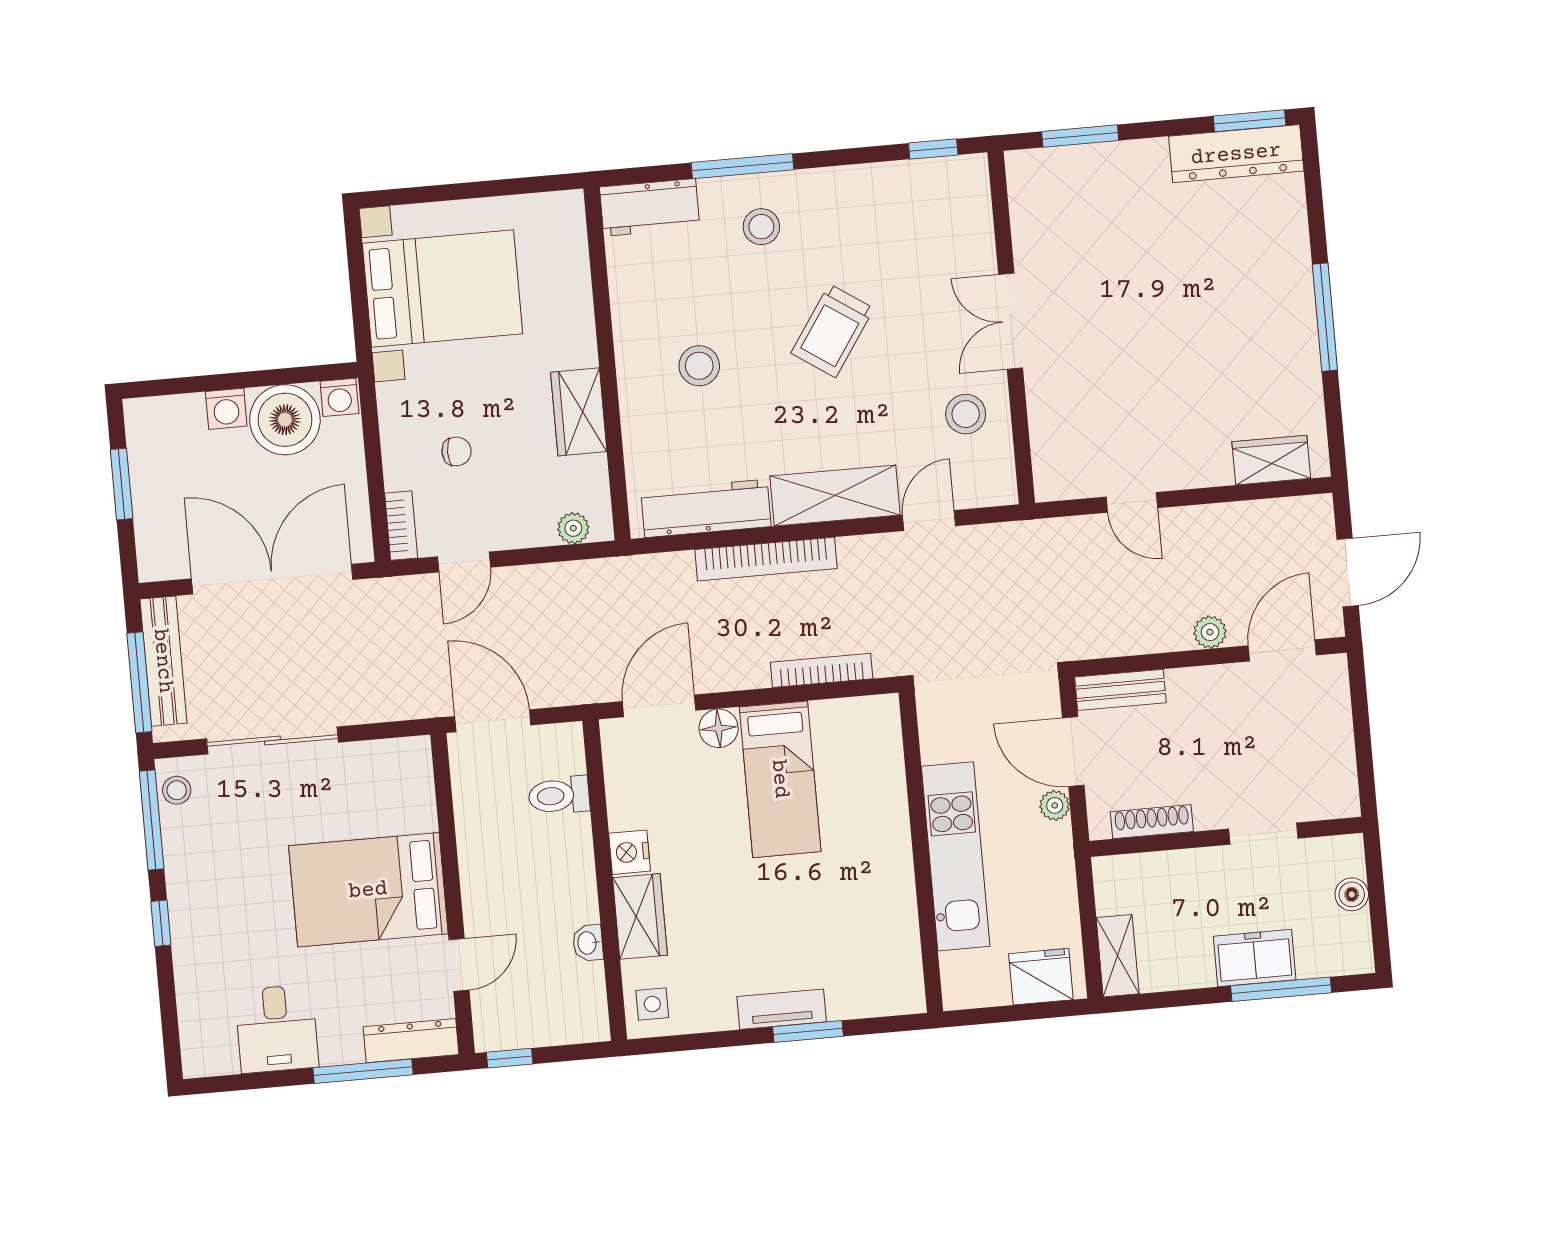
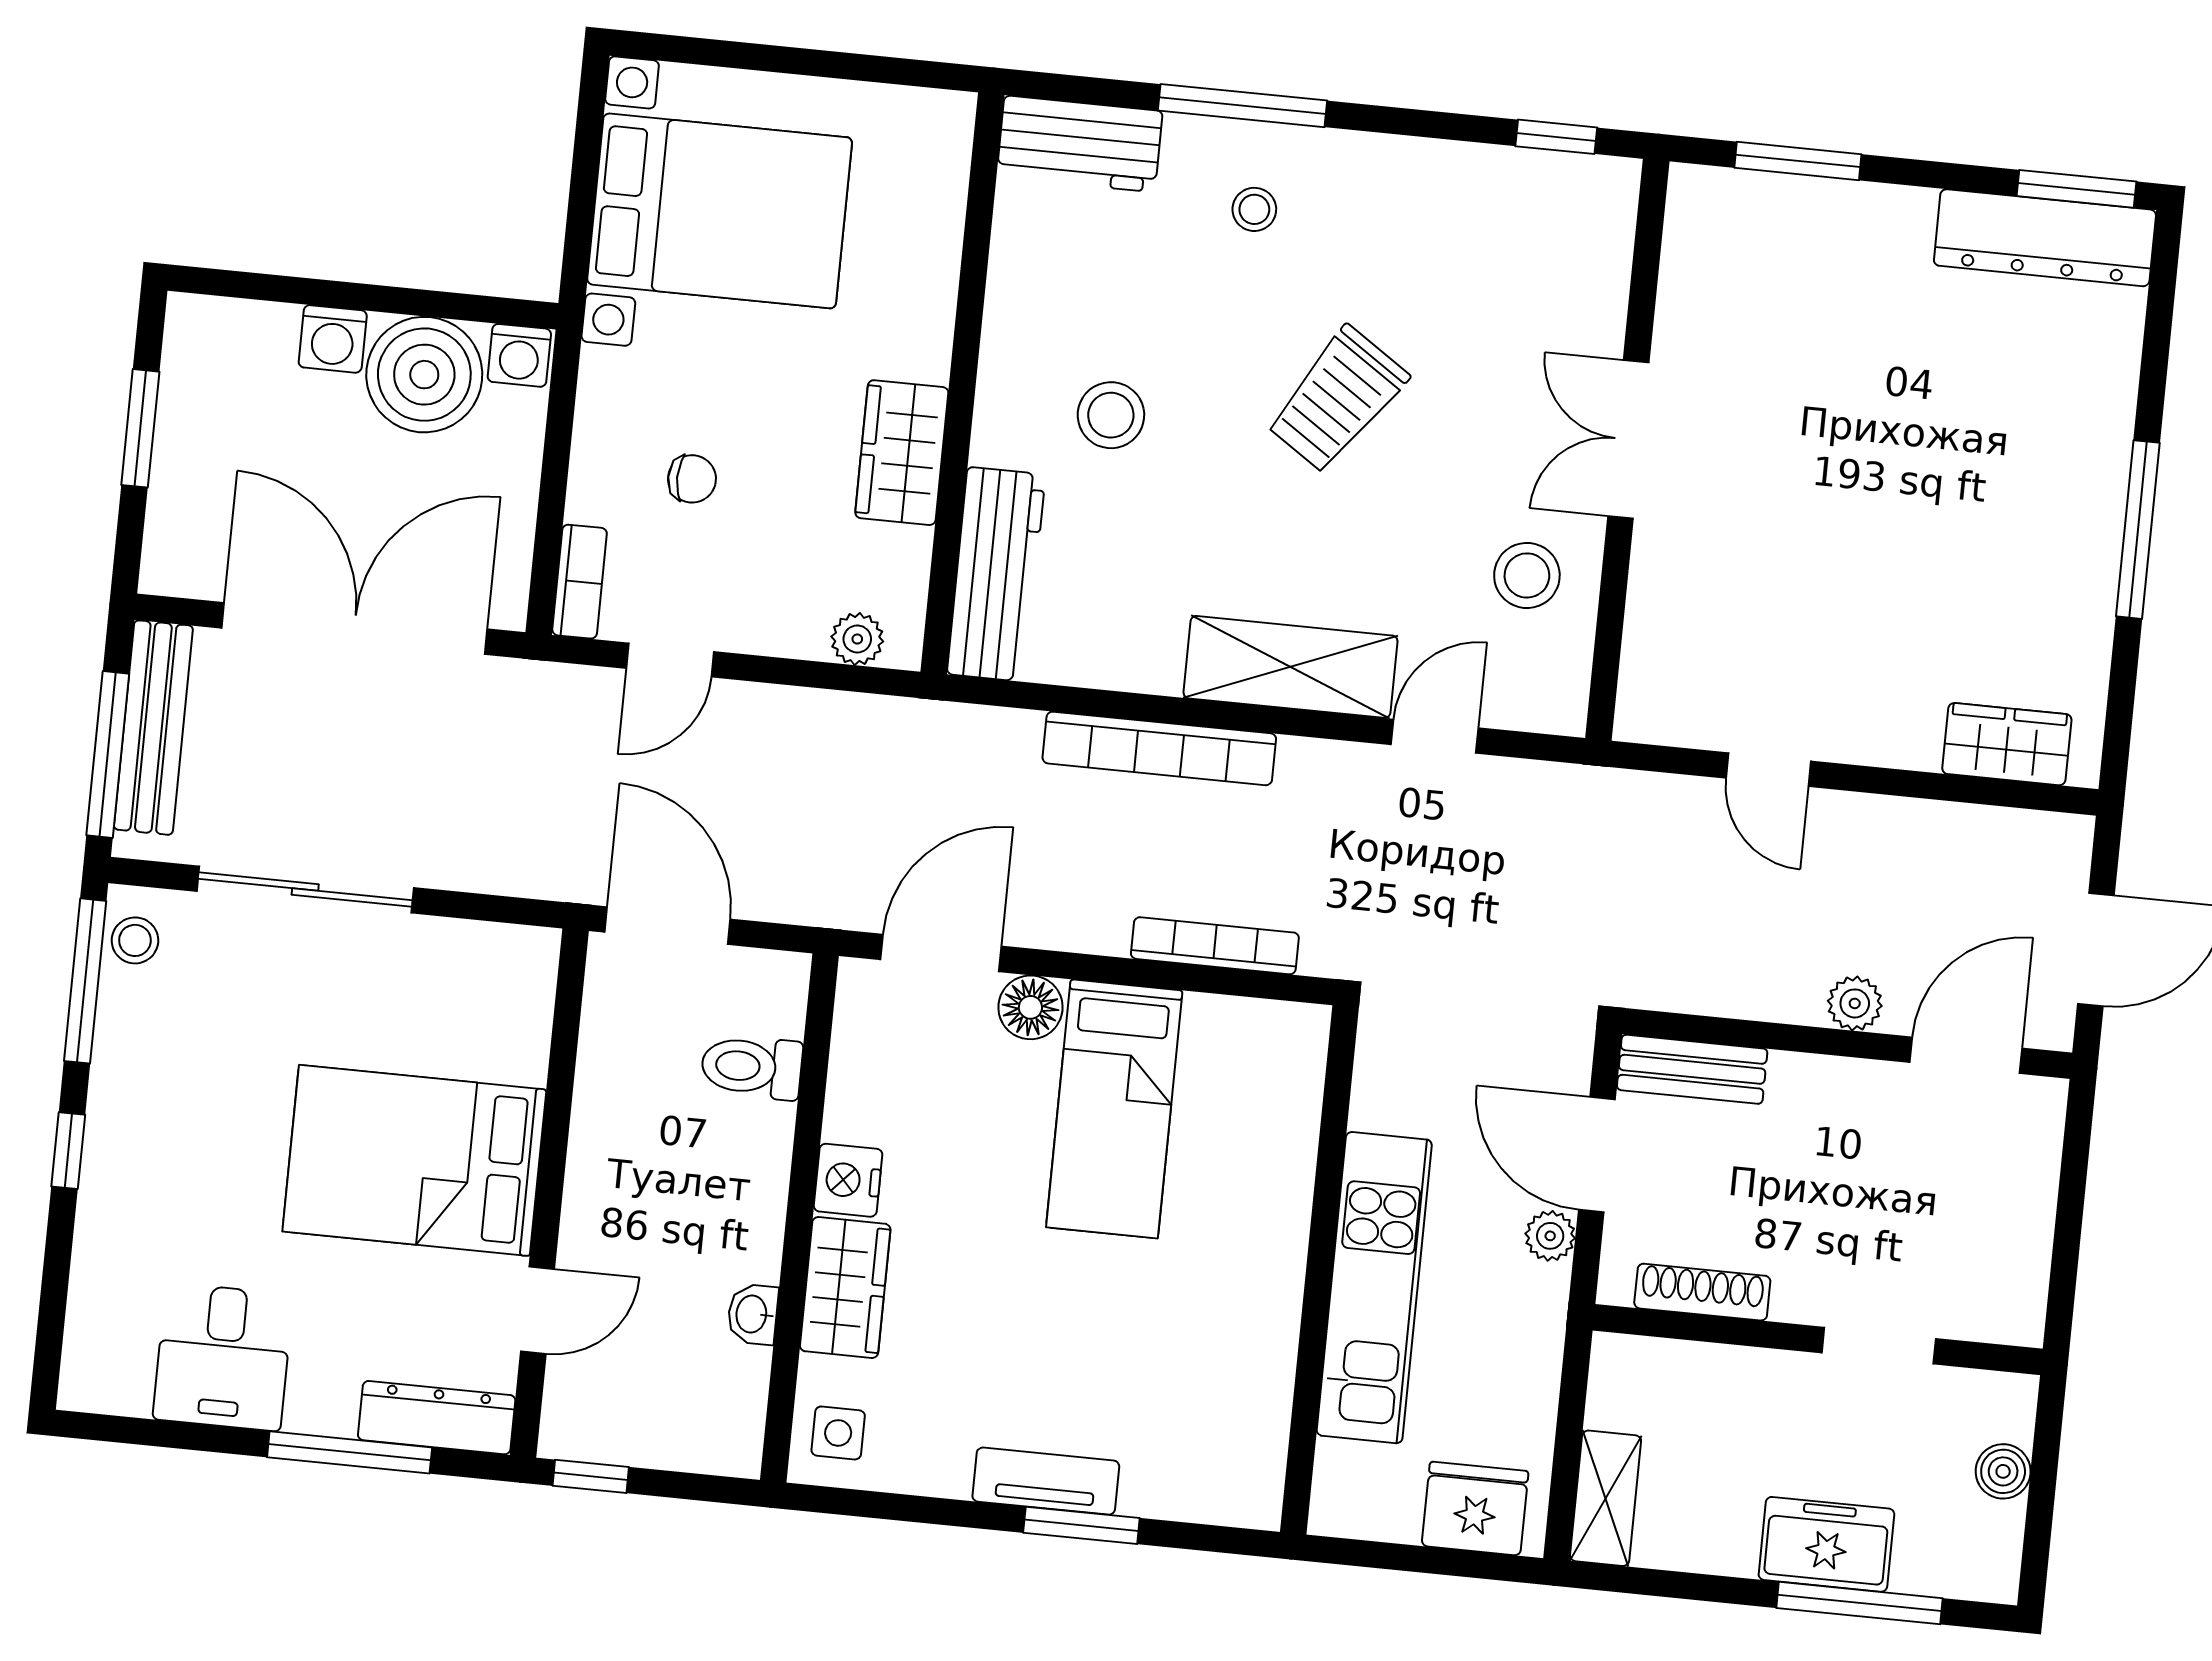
stool: (761, 227) -> (1254, 209), width x0.73, depth x0.73
workbench: (706, 508) -> (996, 574), moved, turned 90

